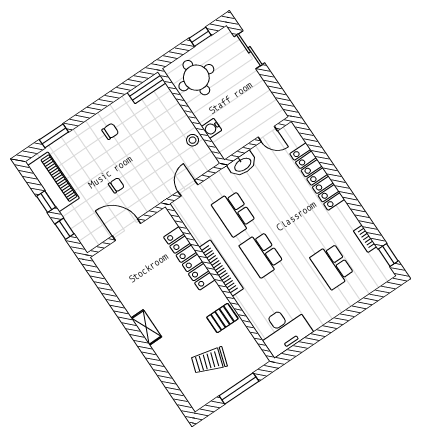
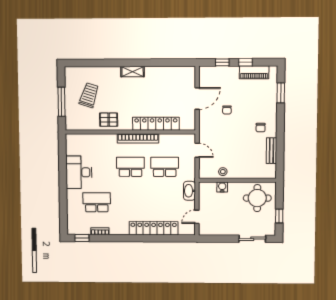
bench: (147, 88) -> (271, 151), moved
piano: (54, 182) -> (254, 72), width x0.73, depth x0.75
pallet: (222, 318) -> (109, 120), turned 90
desk: (284, 330) -> (79, 172), moved

